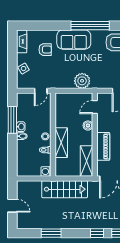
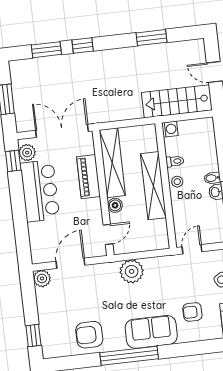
shelving: (61, 143) -> (153, 186), width x1.47
shelving: (87, 161) -> (112, 163), width x1.47
stairs: (65, 189) -> (177, 101), moved

